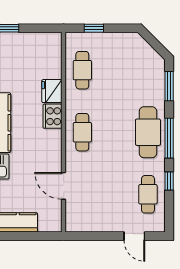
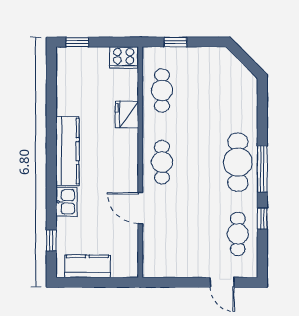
window: (169, 86) -> (262, 109), removed
cooker: (53, 116) -> (124, 58), moved, turned -90
door: (64, 186) -> (140, 208), moved

